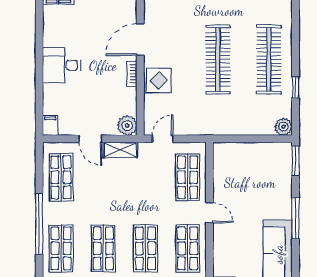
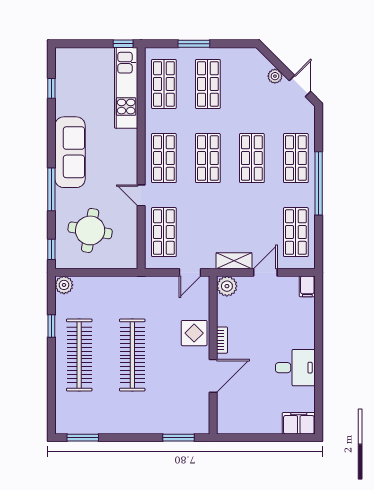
desk: (62, 65) -> (295, 368), moved
door: (90, 139) -> (265, 272), hinge flipped
window: (296, 161) -> (51, 249), width x0.67
round table: (258, 179) -> (90, 230), added

